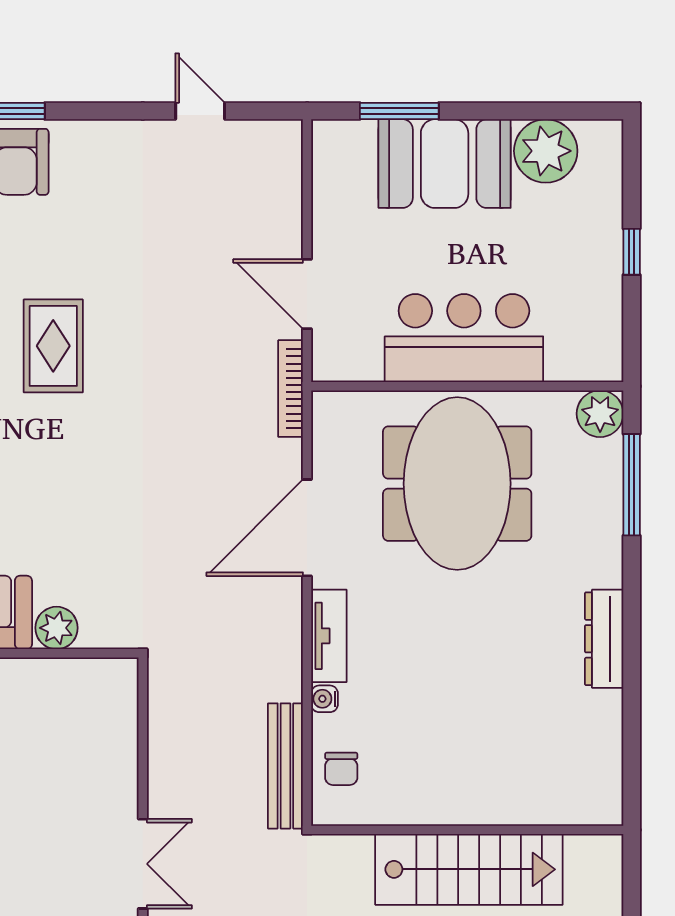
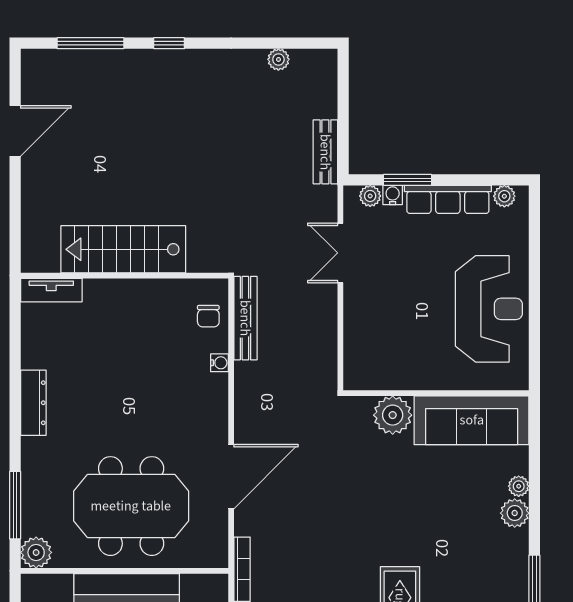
meeting table: (457, 484) -> (131, 506), turned 90
plant: (57, 628) -> (393, 415), width x1.36, depth x1.36
tv unit: (329, 636) -> (51, 290), moved, turned -90
chair: (341, 769) -> (208, 316), turned 180

